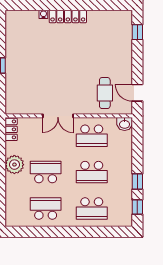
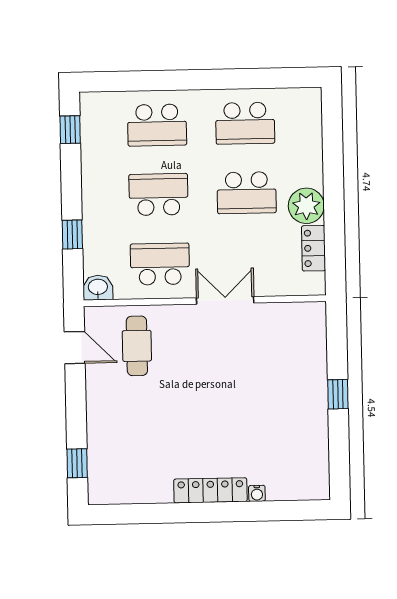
locker: (11, 129) -> (313, 248), moved
window: (137, 182) -> (72, 235), moved
school desk: (92, 209) -> (157, 125), turned 180

